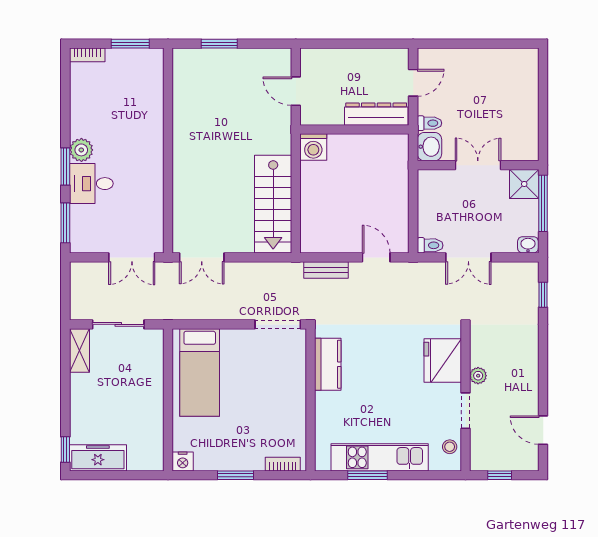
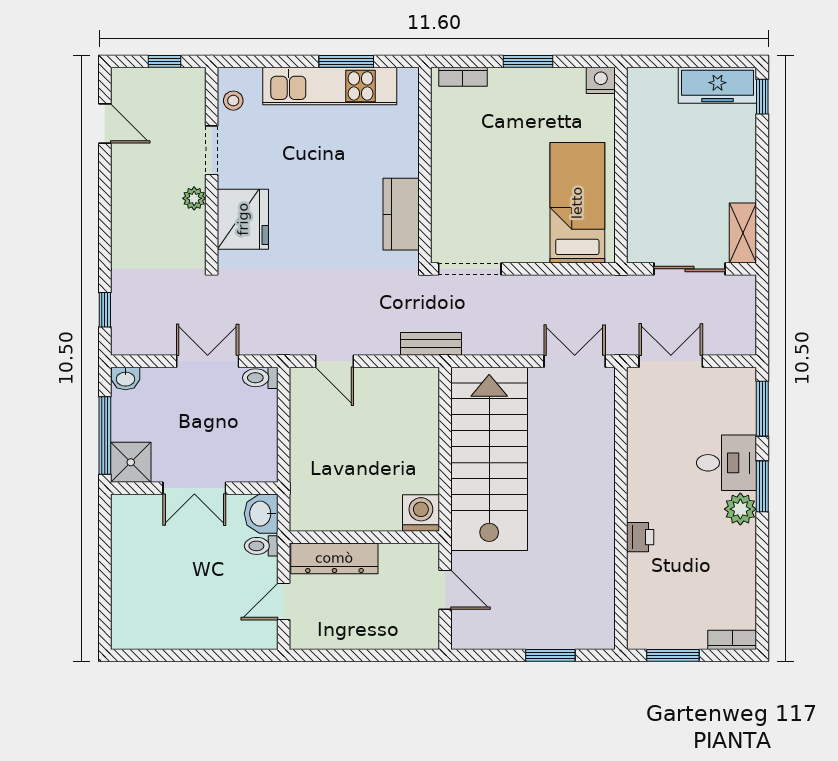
printer: (154, 130) -> (640, 537), added
stairs: (273, 204) -> (489, 459), width x1.36, depth x1.51
bench: (326, 270) -> (431, 344), moved

